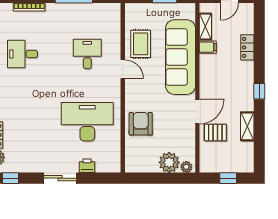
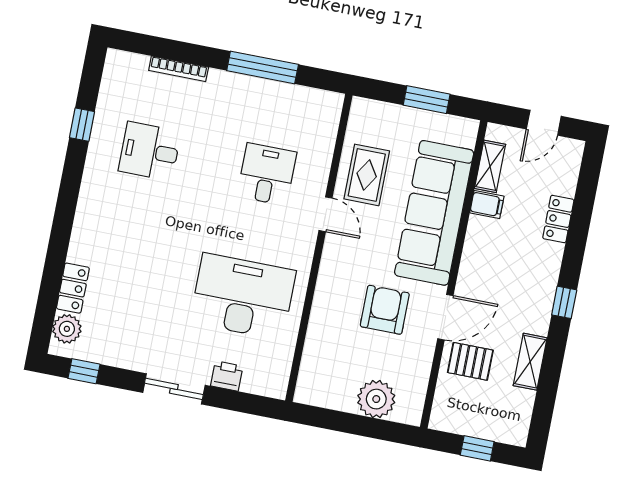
armchair: (141, 124) -> (385, 310), moved
plant: (186, 167) -> (406, 413), removed

